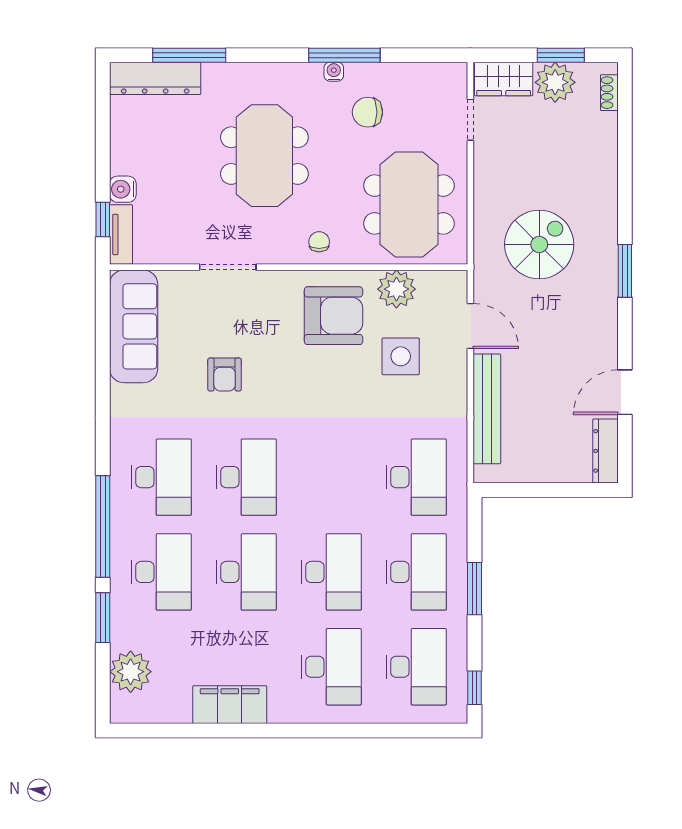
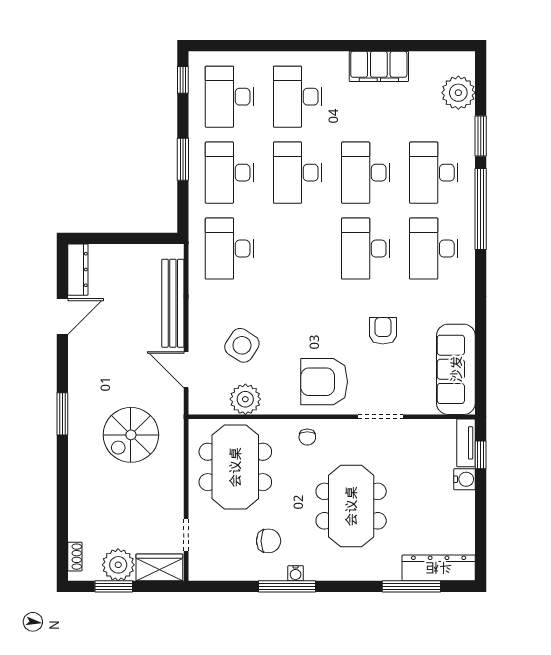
armchair: (334, 316) -> (324, 382), moved
side table: (401, 356) -> (242, 345), turned 33

